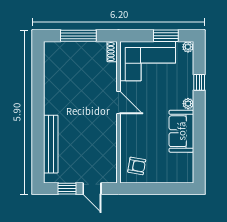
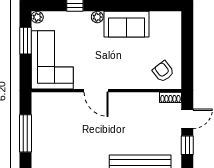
shoe rack: (112, 52) -> (170, 97), moved
door: (119, 102) -> (96, 91), swing flipped
armchair: (137, 166) -> (163, 71), turned -48

